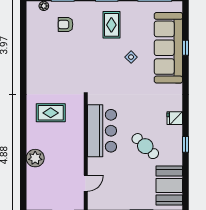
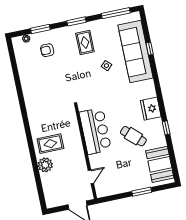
rug: (51, 113) -> (50, 144), moved
fridge: (175, 118) -> (151, 109), width x1.88, depth x1.34

